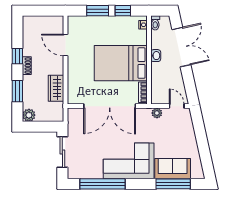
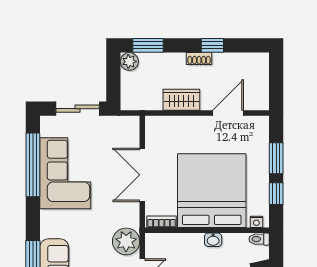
bed: (121, 63) -> (212, 191), width x1.36
wardrobe: (56, 88) -> (181, 100), moved
window: (17, 91) -> (148, 45), moved
double door: (110, 106) -> (142, 175), width x0.73
plant: (157, 113) -> (126, 241), width x1.87, depth x1.87
corner sofa: (129, 161) -> (65, 173), moved

